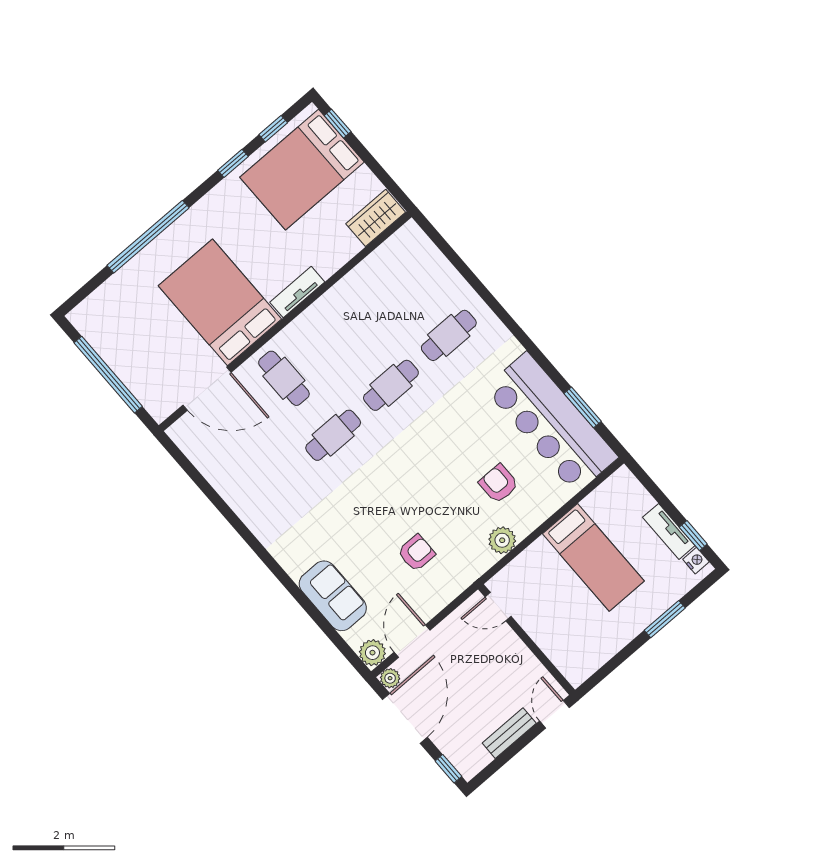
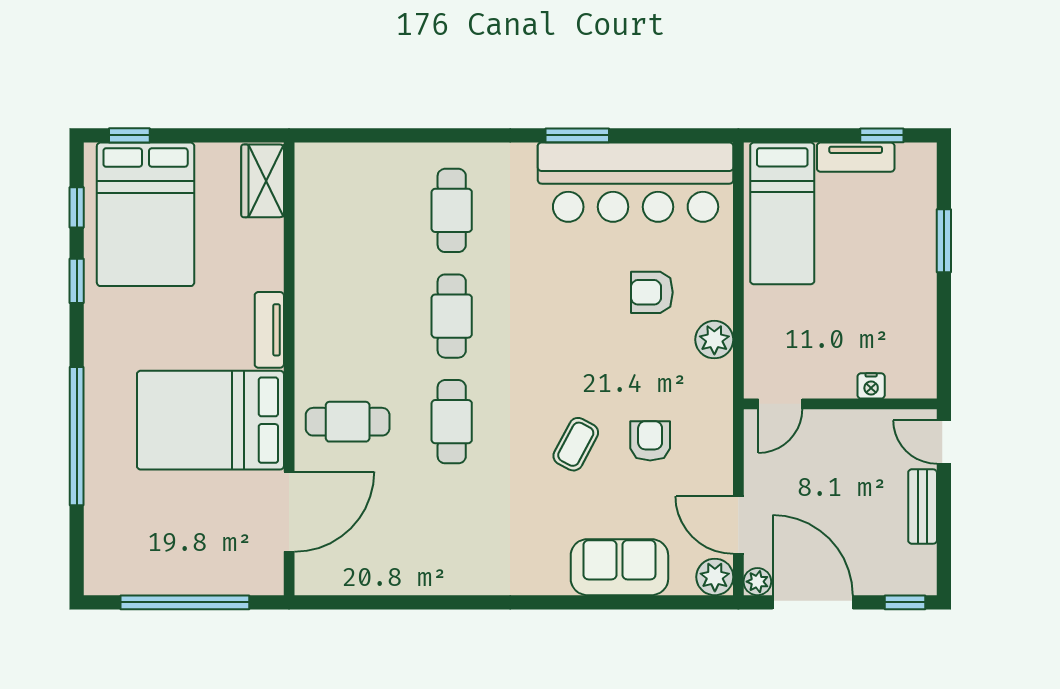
window: (583, 407) -> (577, 135), moved
coffee table: (379, 514) -> (576, 444), added
bed: (593, 557) -> (782, 213), moved, turned 90
nightstand: (696, 561) -> (871, 386), moved, turned 180

